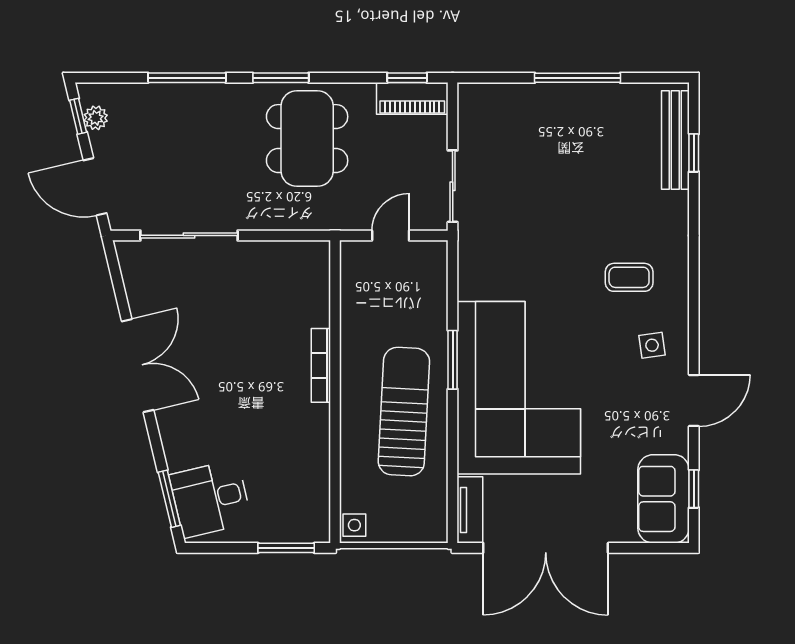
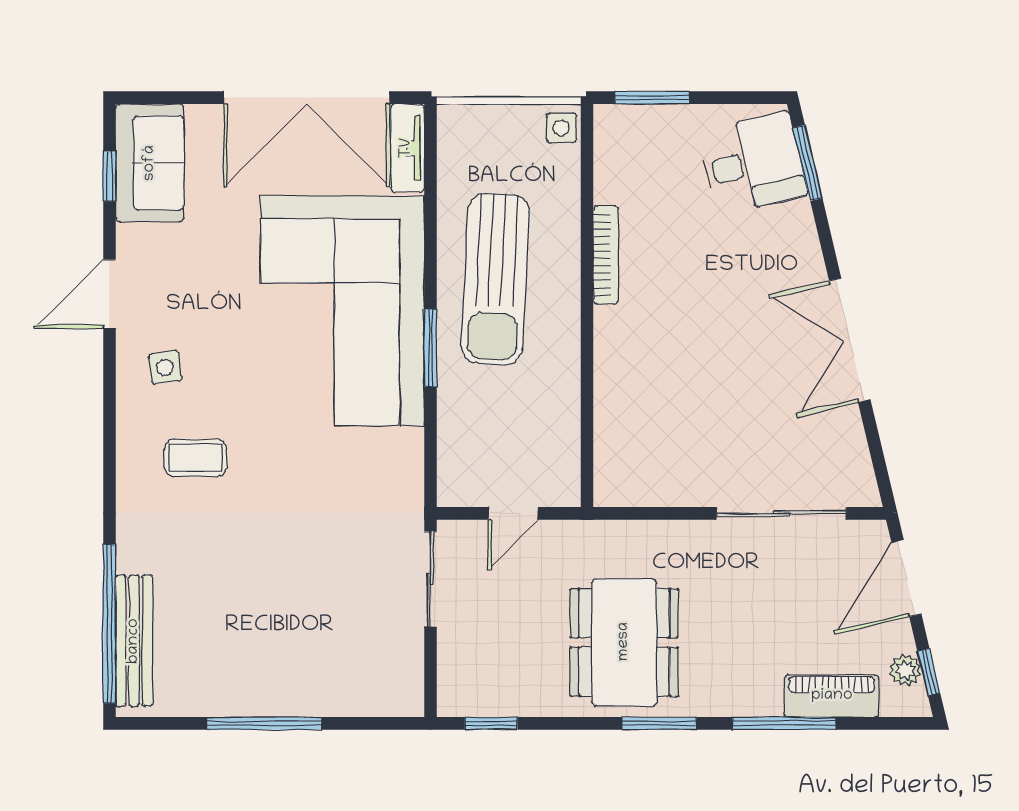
piano: (412, 98) -> (832, 696), moved
window: (694, 153) -> (109, 624), width x3.17
door: (95, 187) -> (906, 578), swing flipped
bookcase: (321, 365) -> (606, 255), moved
double door: (546, 548) -> (307, 98), swing flipped

